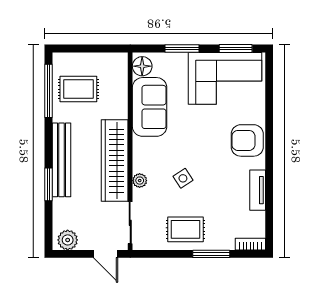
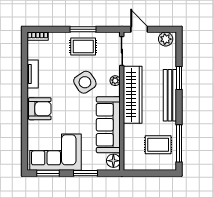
sofa: (150, 107) -> (108, 125), width x1.36
side table: (183, 178) -> (85, 82), width x1.87, depth x1.87
window: (211, 254) -> (83, 29), moved

